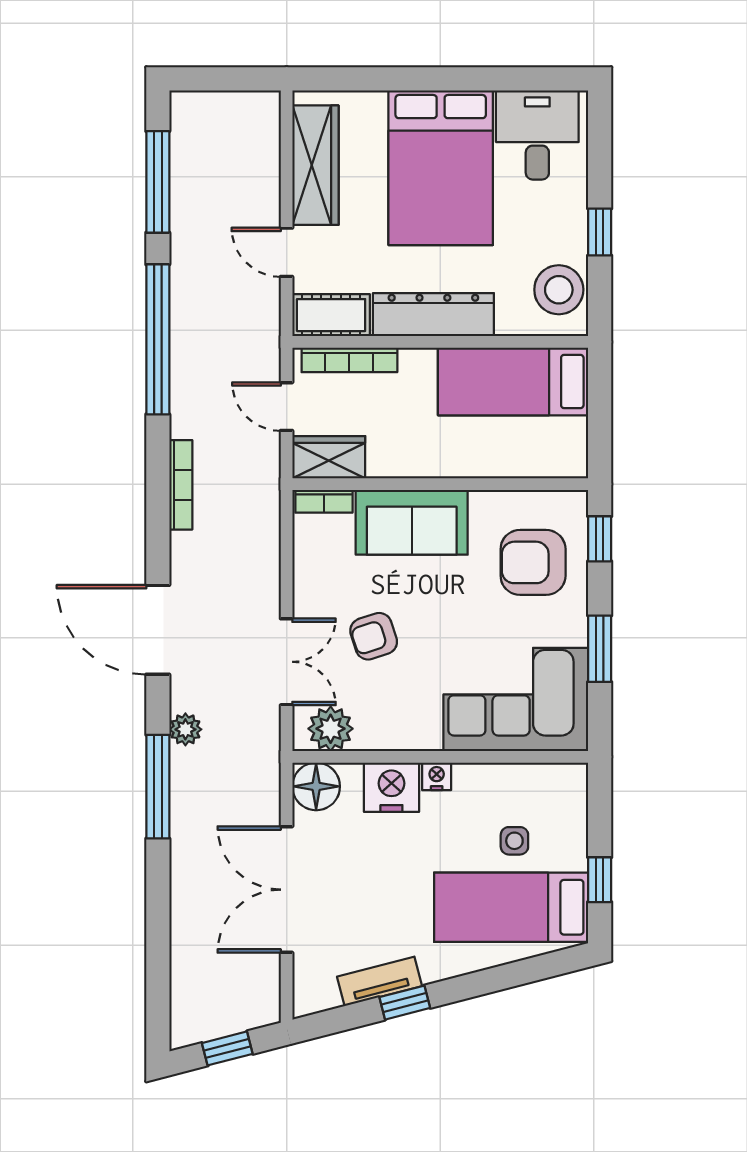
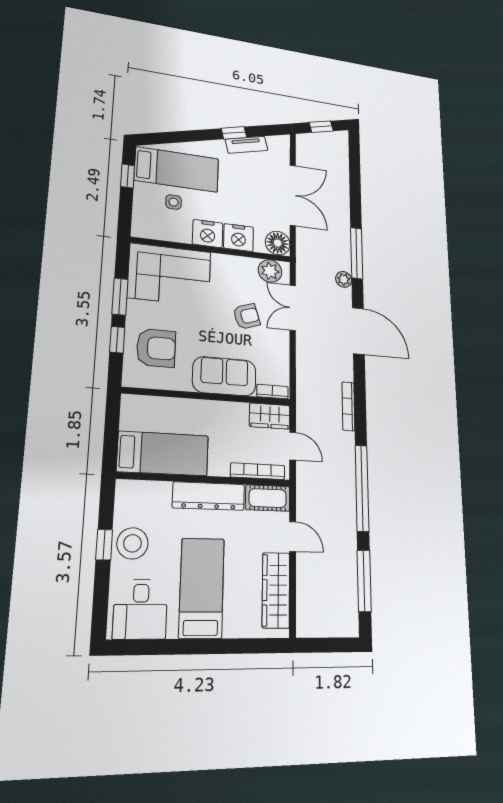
bed: (441, 168) -> (202, 588), width x0.67
stool: (559, 290) -> (132, 543), moved
window: (600, 539) -> (117, 340), moved
nightstand: (437, 776) -> (208, 234), width x1.89, depth x1.79

